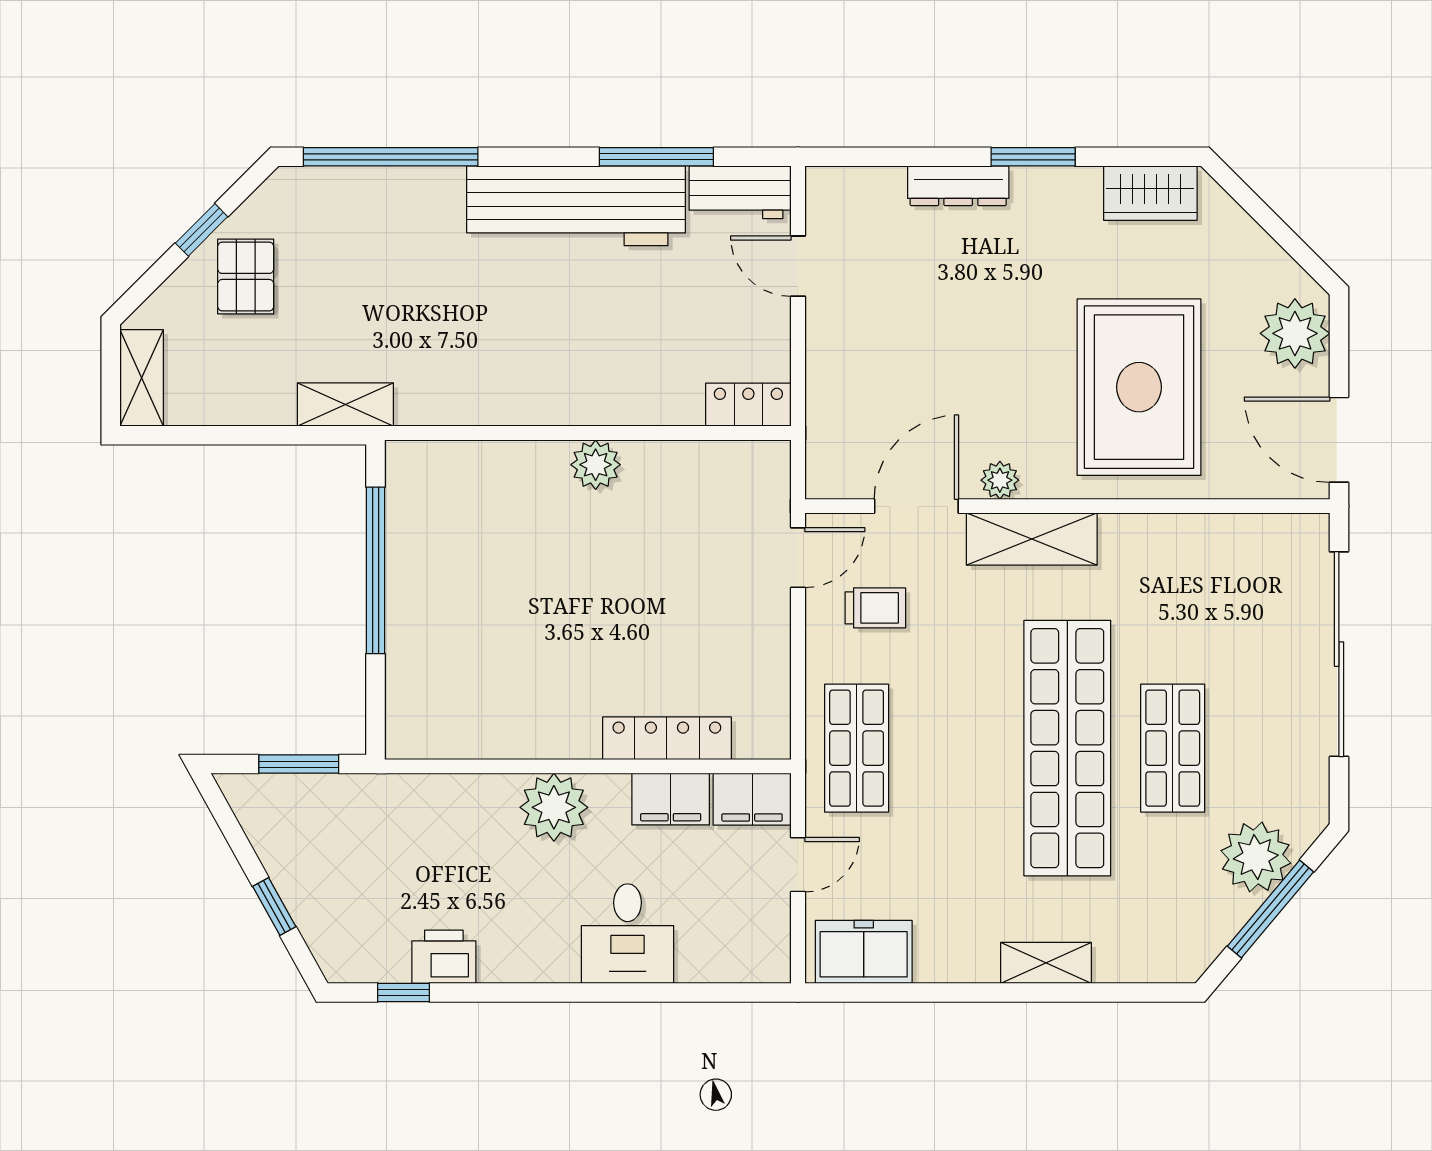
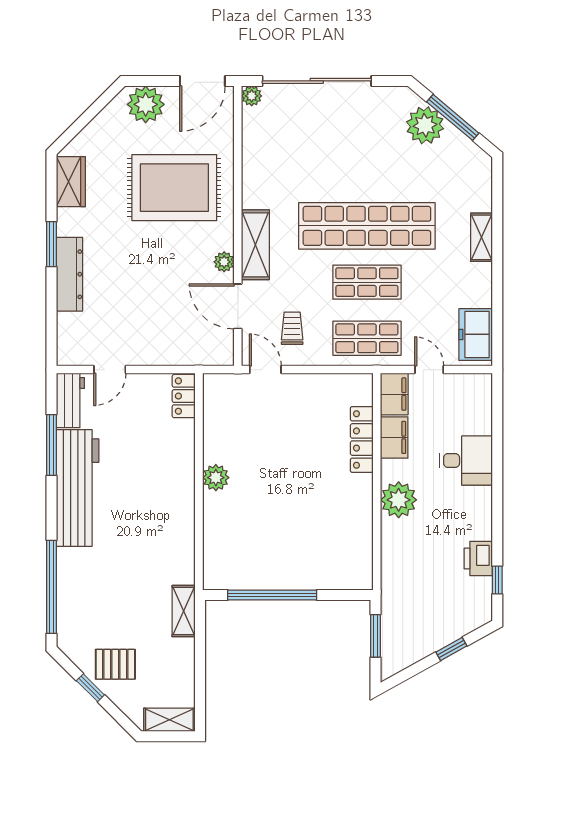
dresser: (958, 186) -> (69, 274), width x1.37, depth x1.24
plant: (1311, 532) -> (252, 96), added
shop shelf: (1173, 748) -> (367, 282), moved

